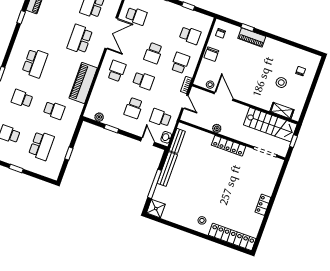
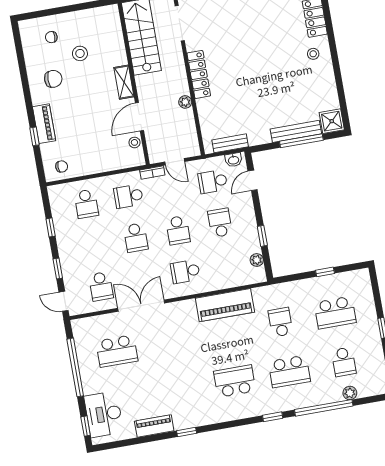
school desk: (136, 16) -> (101, 286), turned 180
school desk: (190, 35) -> (86, 204), turned 180
school desk: (80, 39) -> (171, 341), removed
school desk: (153, 53) -> (136, 238), turned 90
chair: (211, 54) -> (53, 79), moved
school desk: (143, 81) -> (178, 230), turned 180
school desk: (22, 99) -> (289, 371), width x1.85
door: (185, 102) -> (175, 162), swing flipped
school desk: (134, 108) -> (220, 223), turned -90
shelving: (282, 111) -> (124, 82), moved
school desk: (160, 118) -> (213, 181), turned 90
school desk: (41, 146) -> (335, 313), turned 180
bench: (167, 169) -> (296, 131), moved

